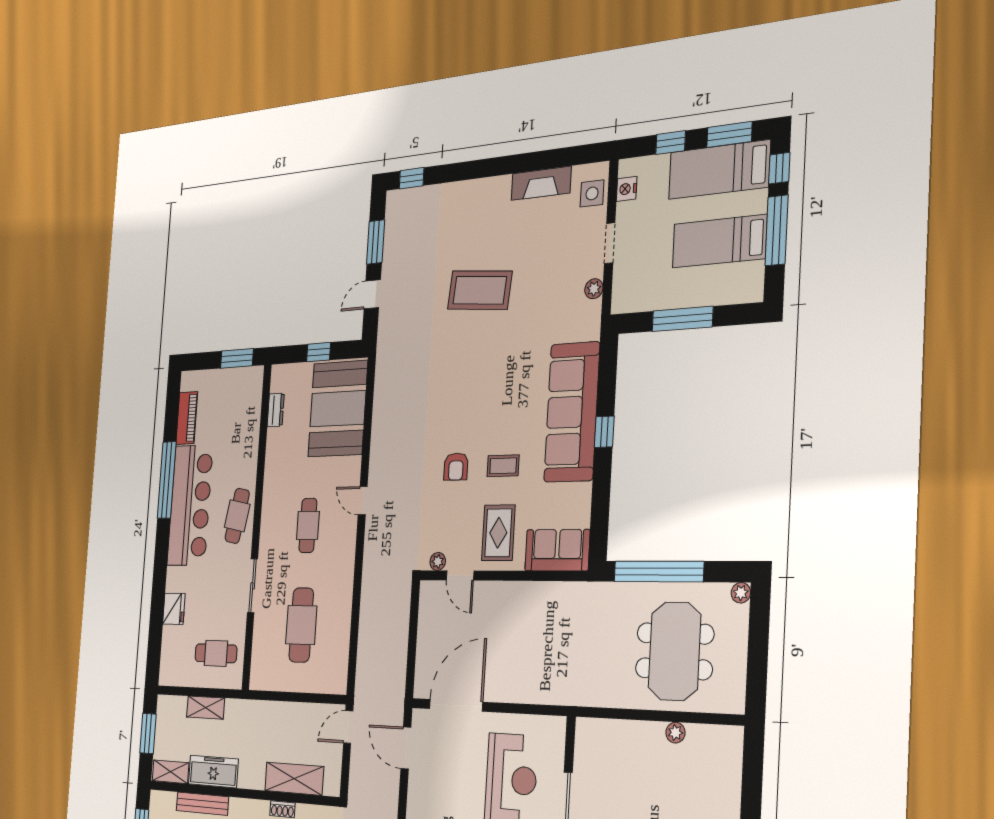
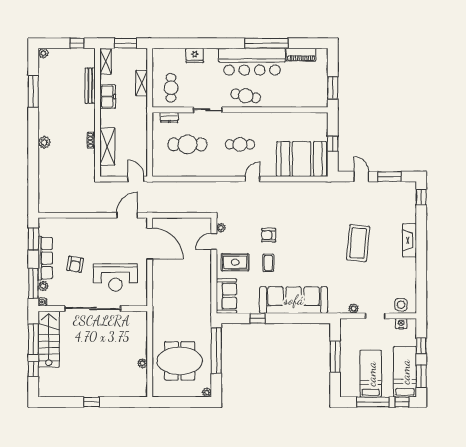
fireplace: (541, 183) -> (409, 240), moved
dresser: (276, 410) -> (169, 117), moved
window: (604, 432) -> (258, 318), moved
freezer: (213, 771) -> (108, 97), width x0.71

